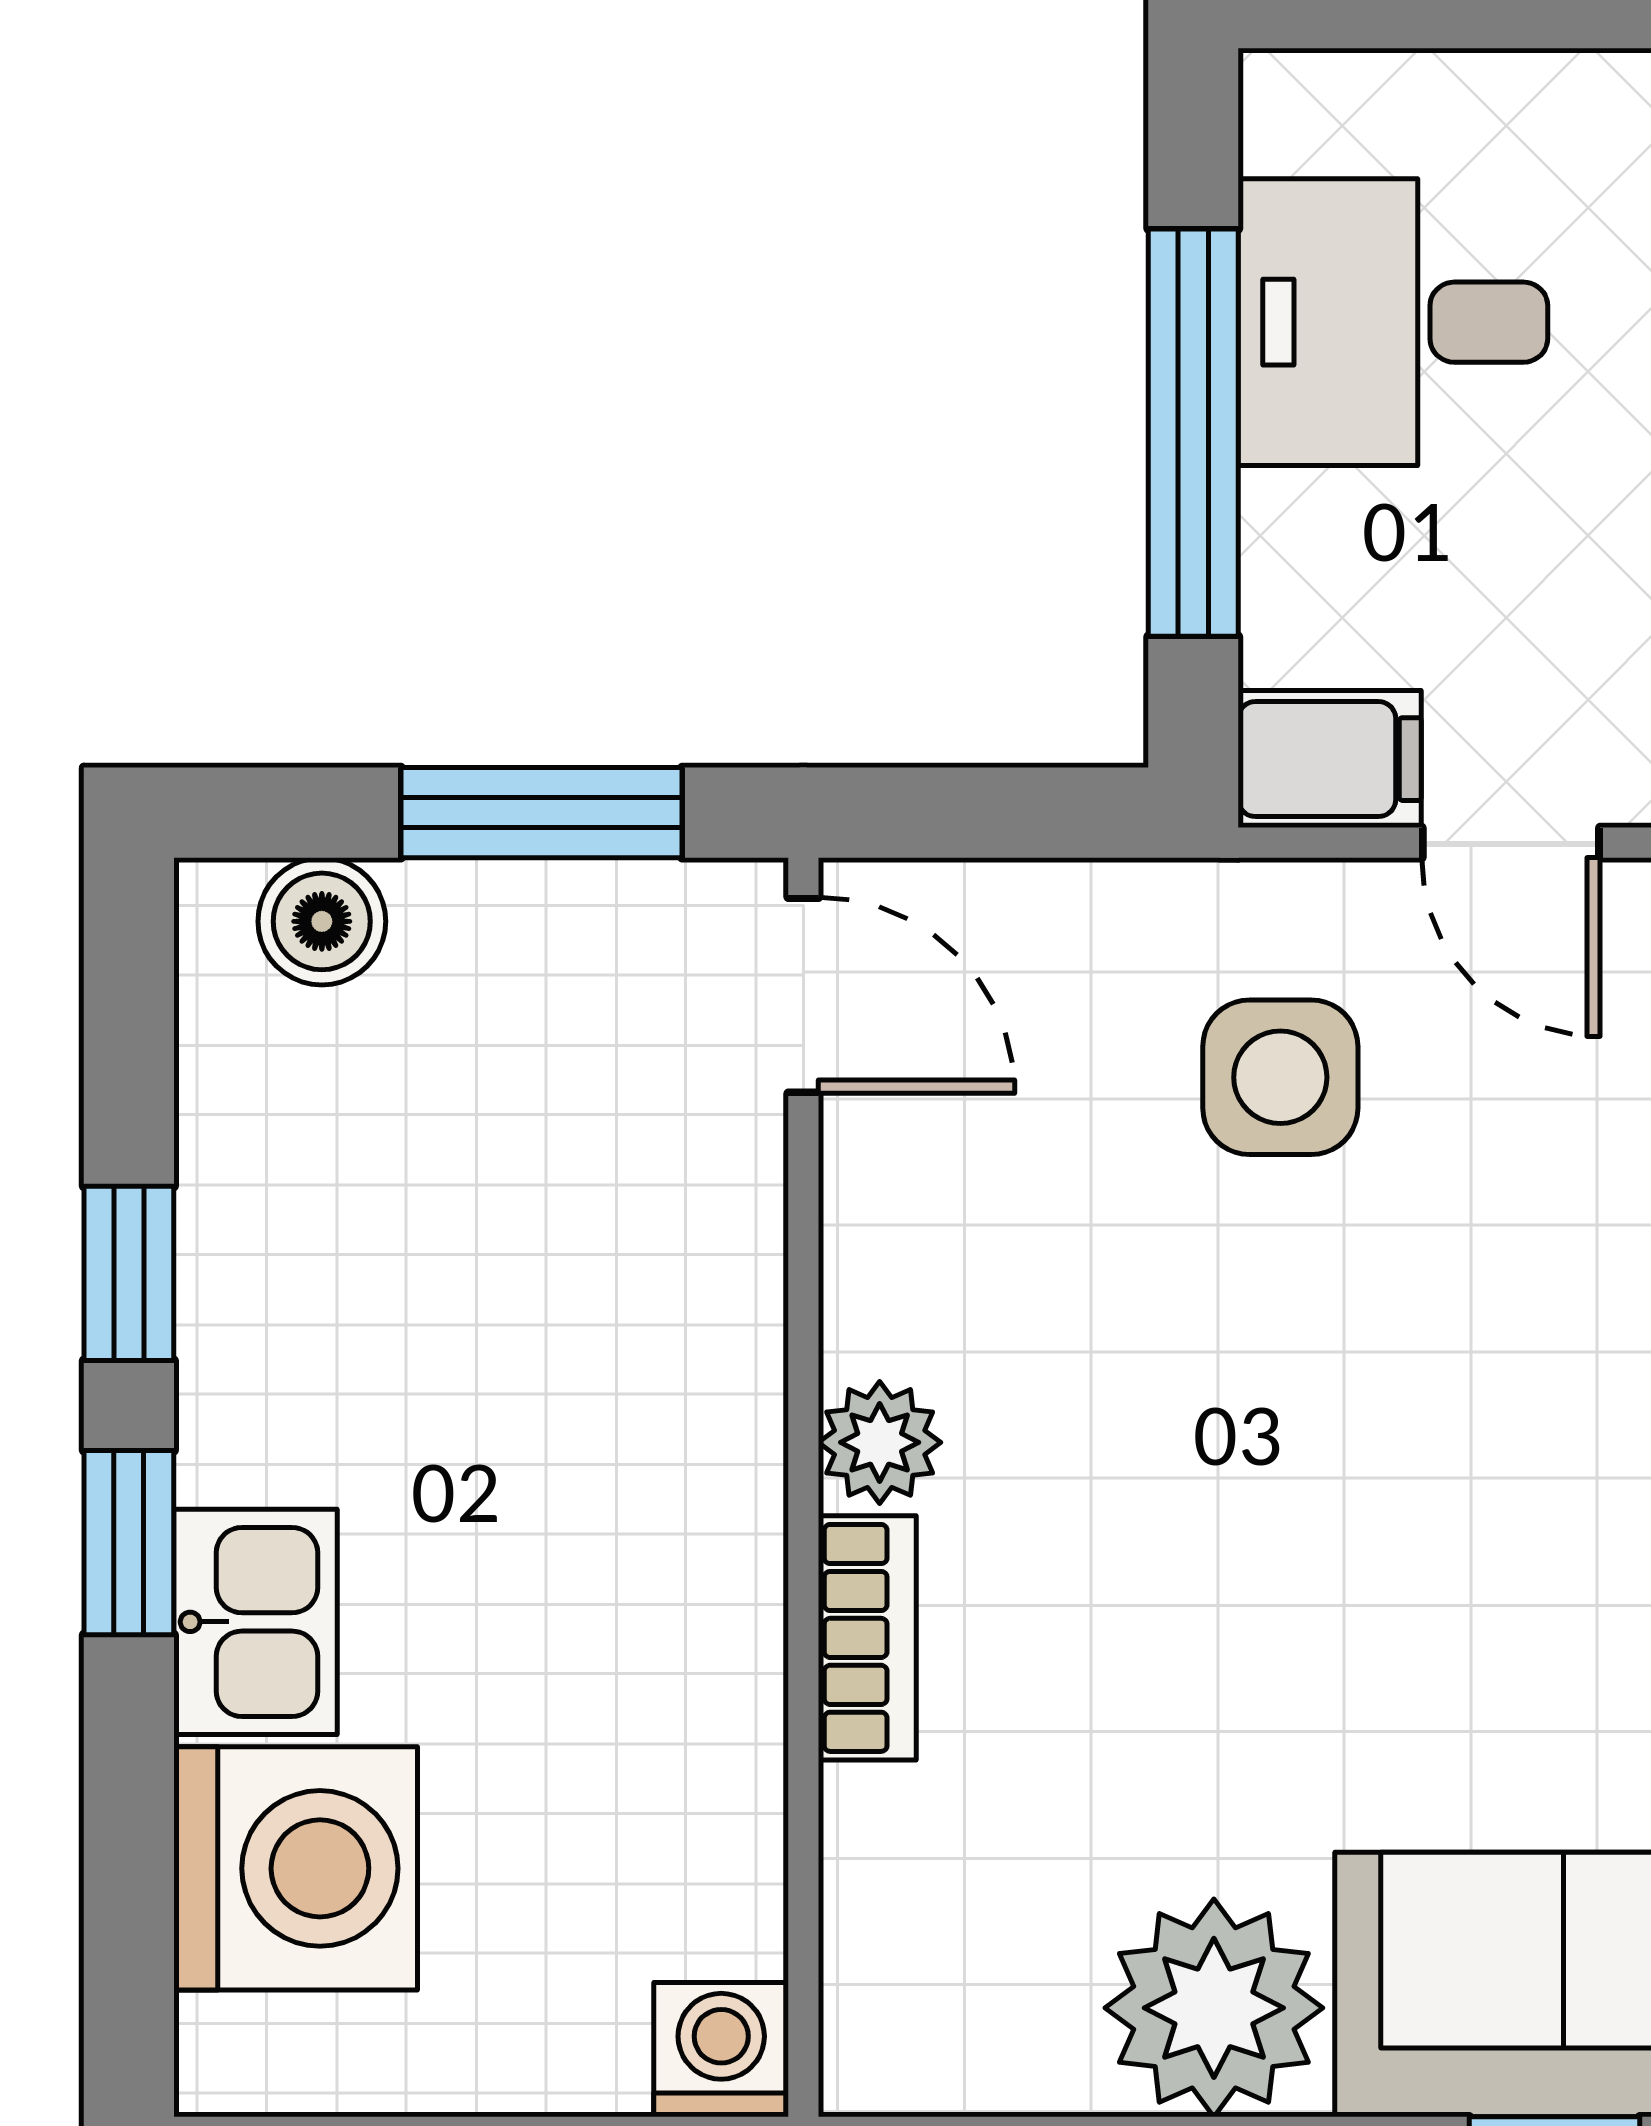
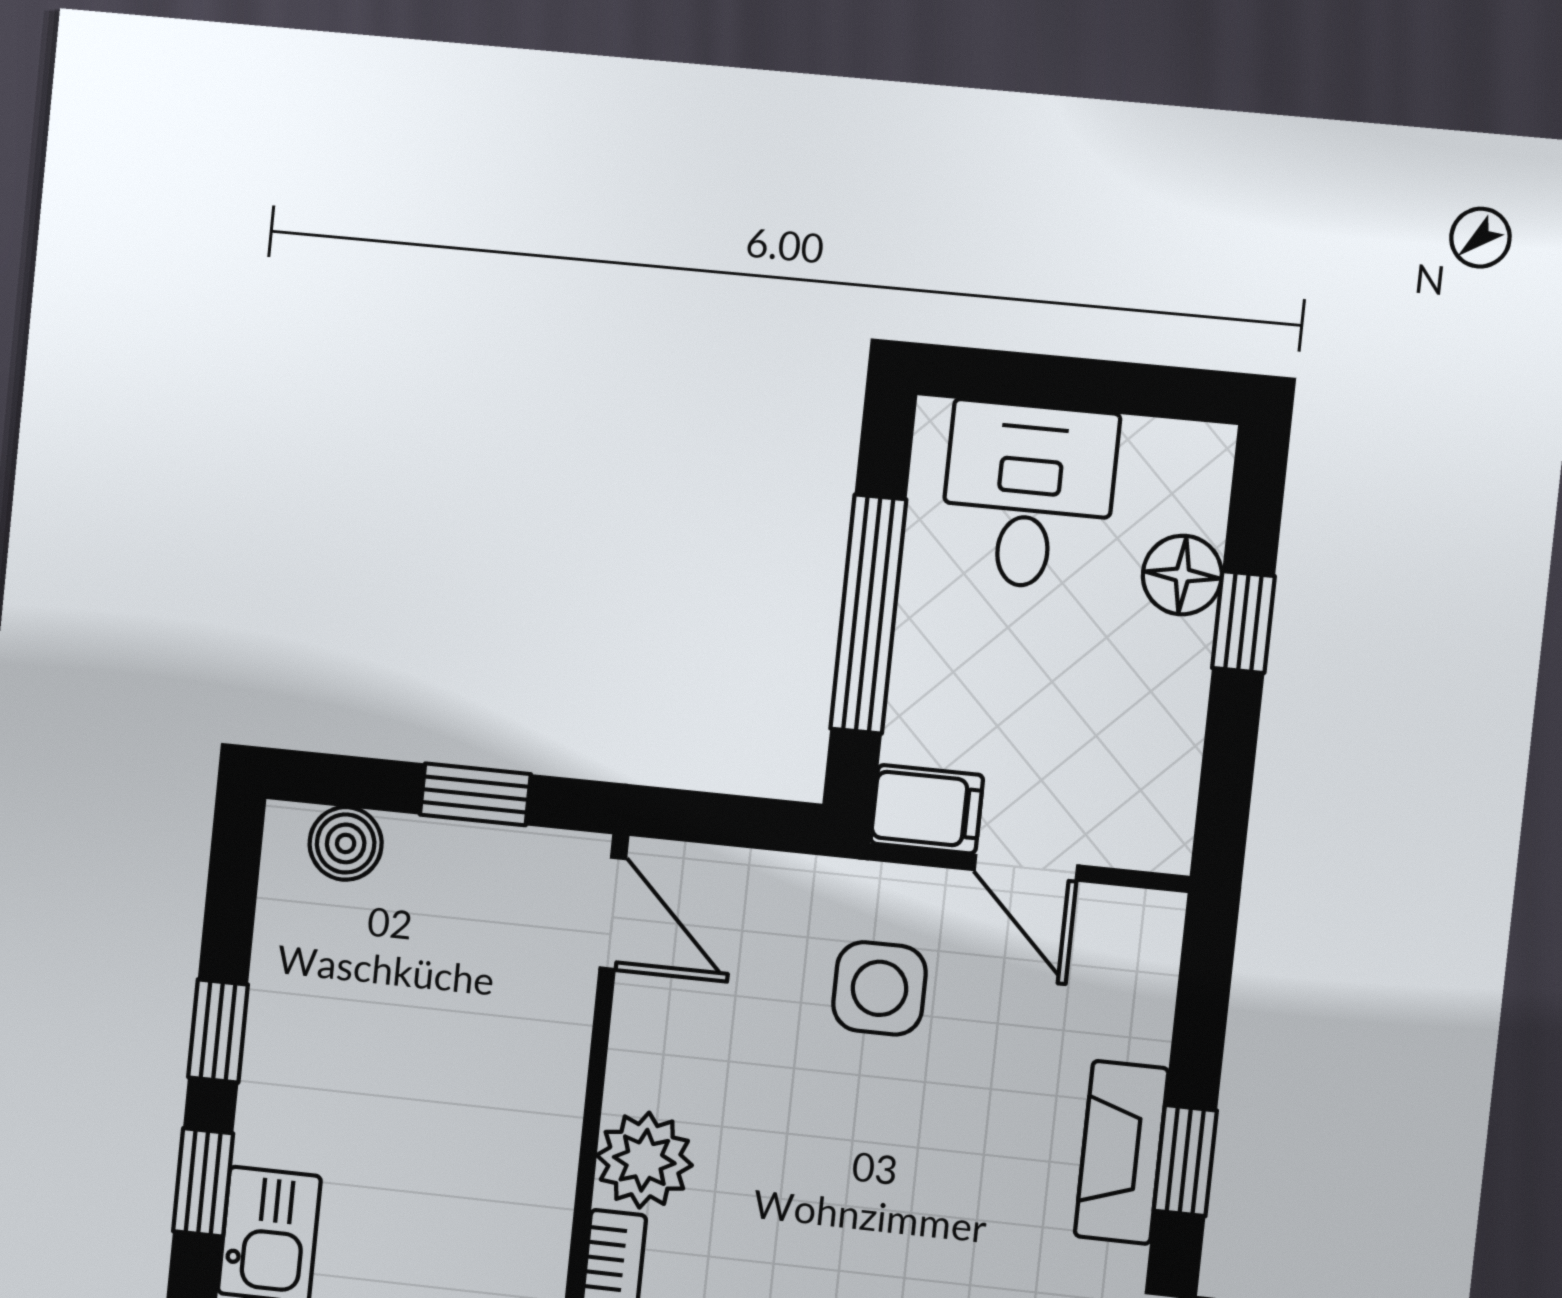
desk: (1393, 322) -> (1028, 496), moved, turned 90
window: (542, 813) -> (475, 794), width x0.67
plant: (880, 1442) -> (644, 1160), width x1.38, depth x1.38

